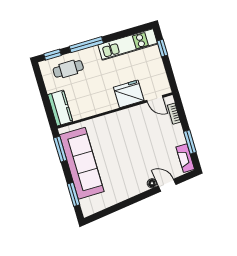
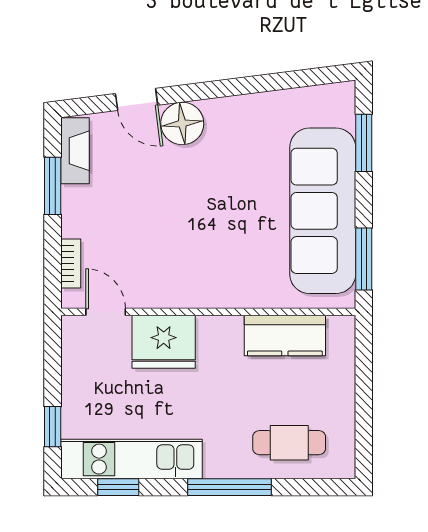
window: (52, 55) -> (118, 487), moved
kitchen counter: (60, 108) -> (285, 336), moved, turned -90
floor lamp: (152, 183) -> (182, 123), width x1.89, depth x1.89

